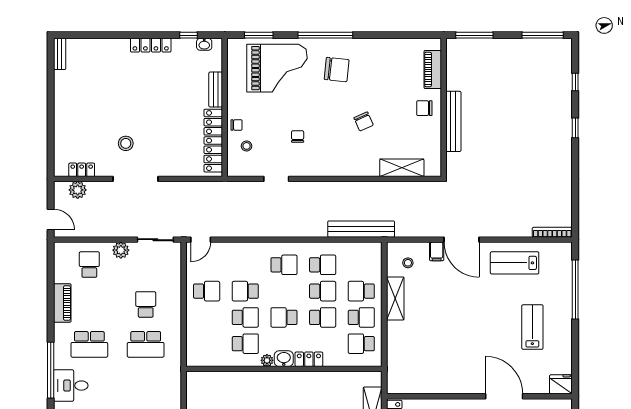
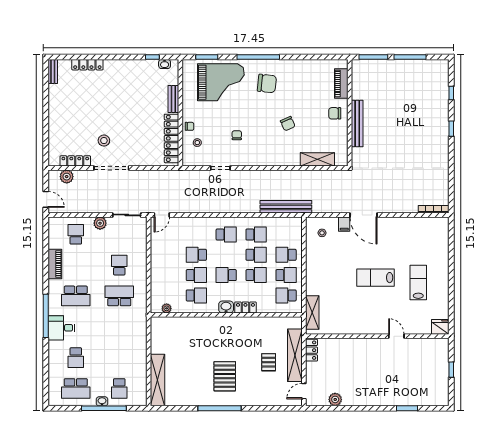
window: (543, 35) -> (410, 57), moved
locker: (151, 45) -> (87, 65), moved
locker: (82, 170) -> (75, 161), width x1.53
lab bench: (515, 263) -> (375, 278), moved
window: (575, 289) -> (451, 254), removed
school desk: (207, 291) -> (166, 255), removed
shelving: (395, 299) -> (312, 312), moved
school desk: (146, 344) -> (119, 296), turned 180
plant: (267, 360) -> (167, 308), moved
door: (504, 396) -> (396, 336), width x0.53

